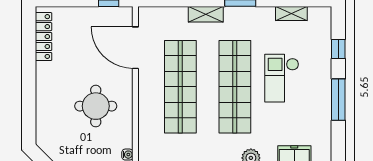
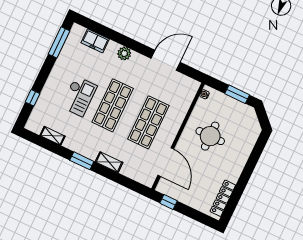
shop shelf: (180, 87) -> (148, 122), width x0.71
shop shelf: (235, 87) -> (113, 105), width x0.71
window: (338, 100) -> (59, 42), moved

